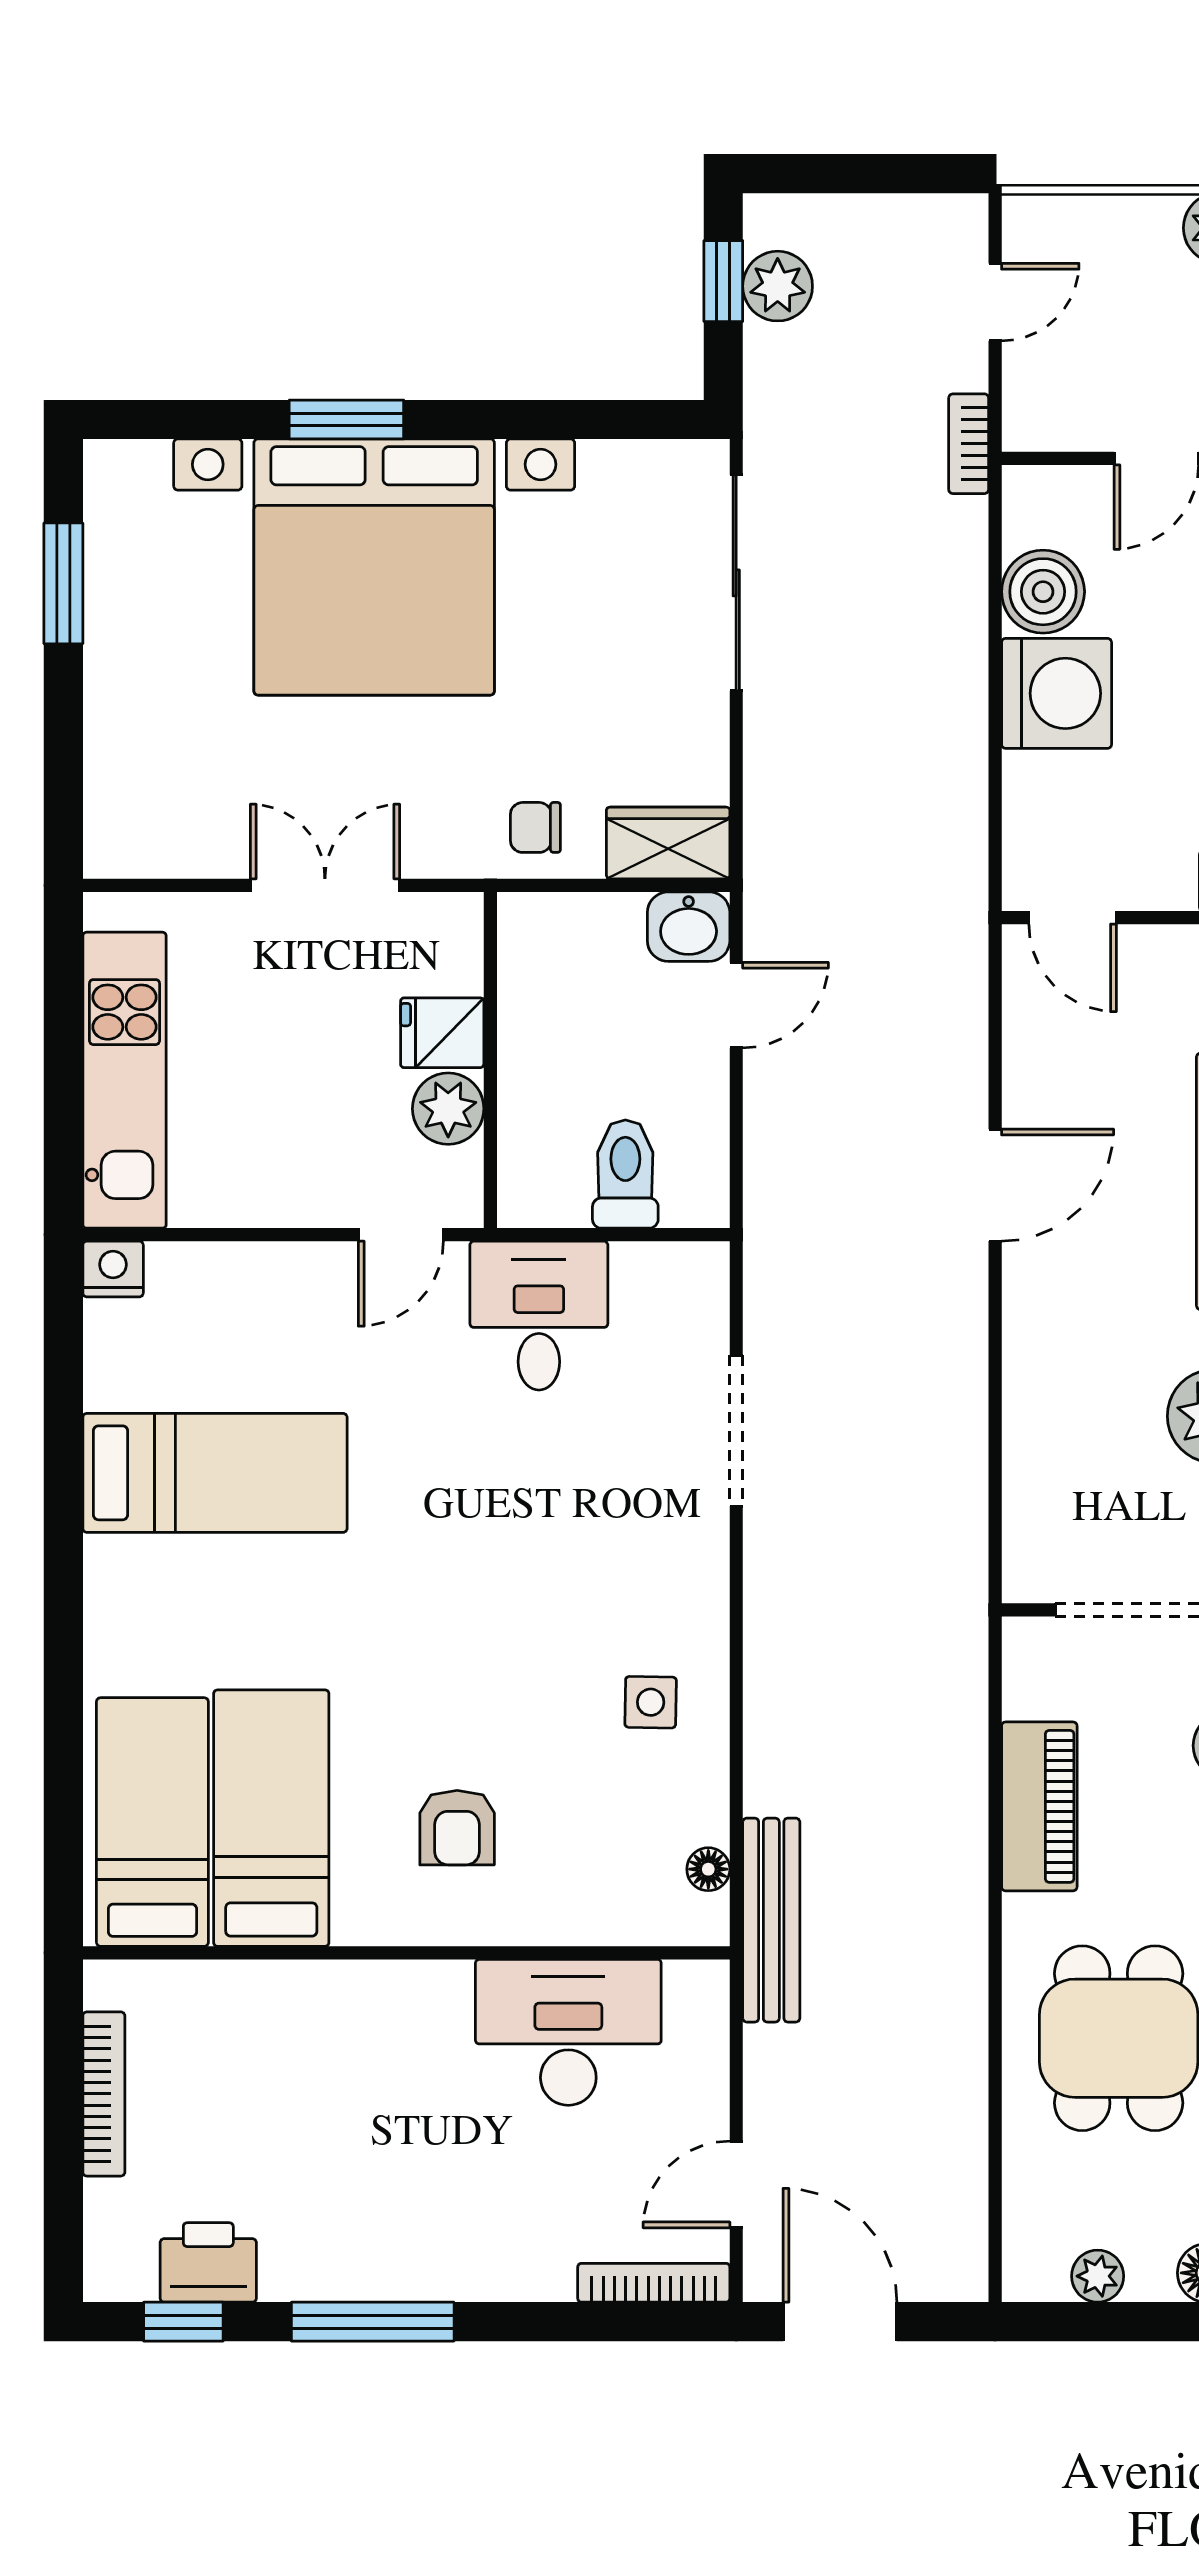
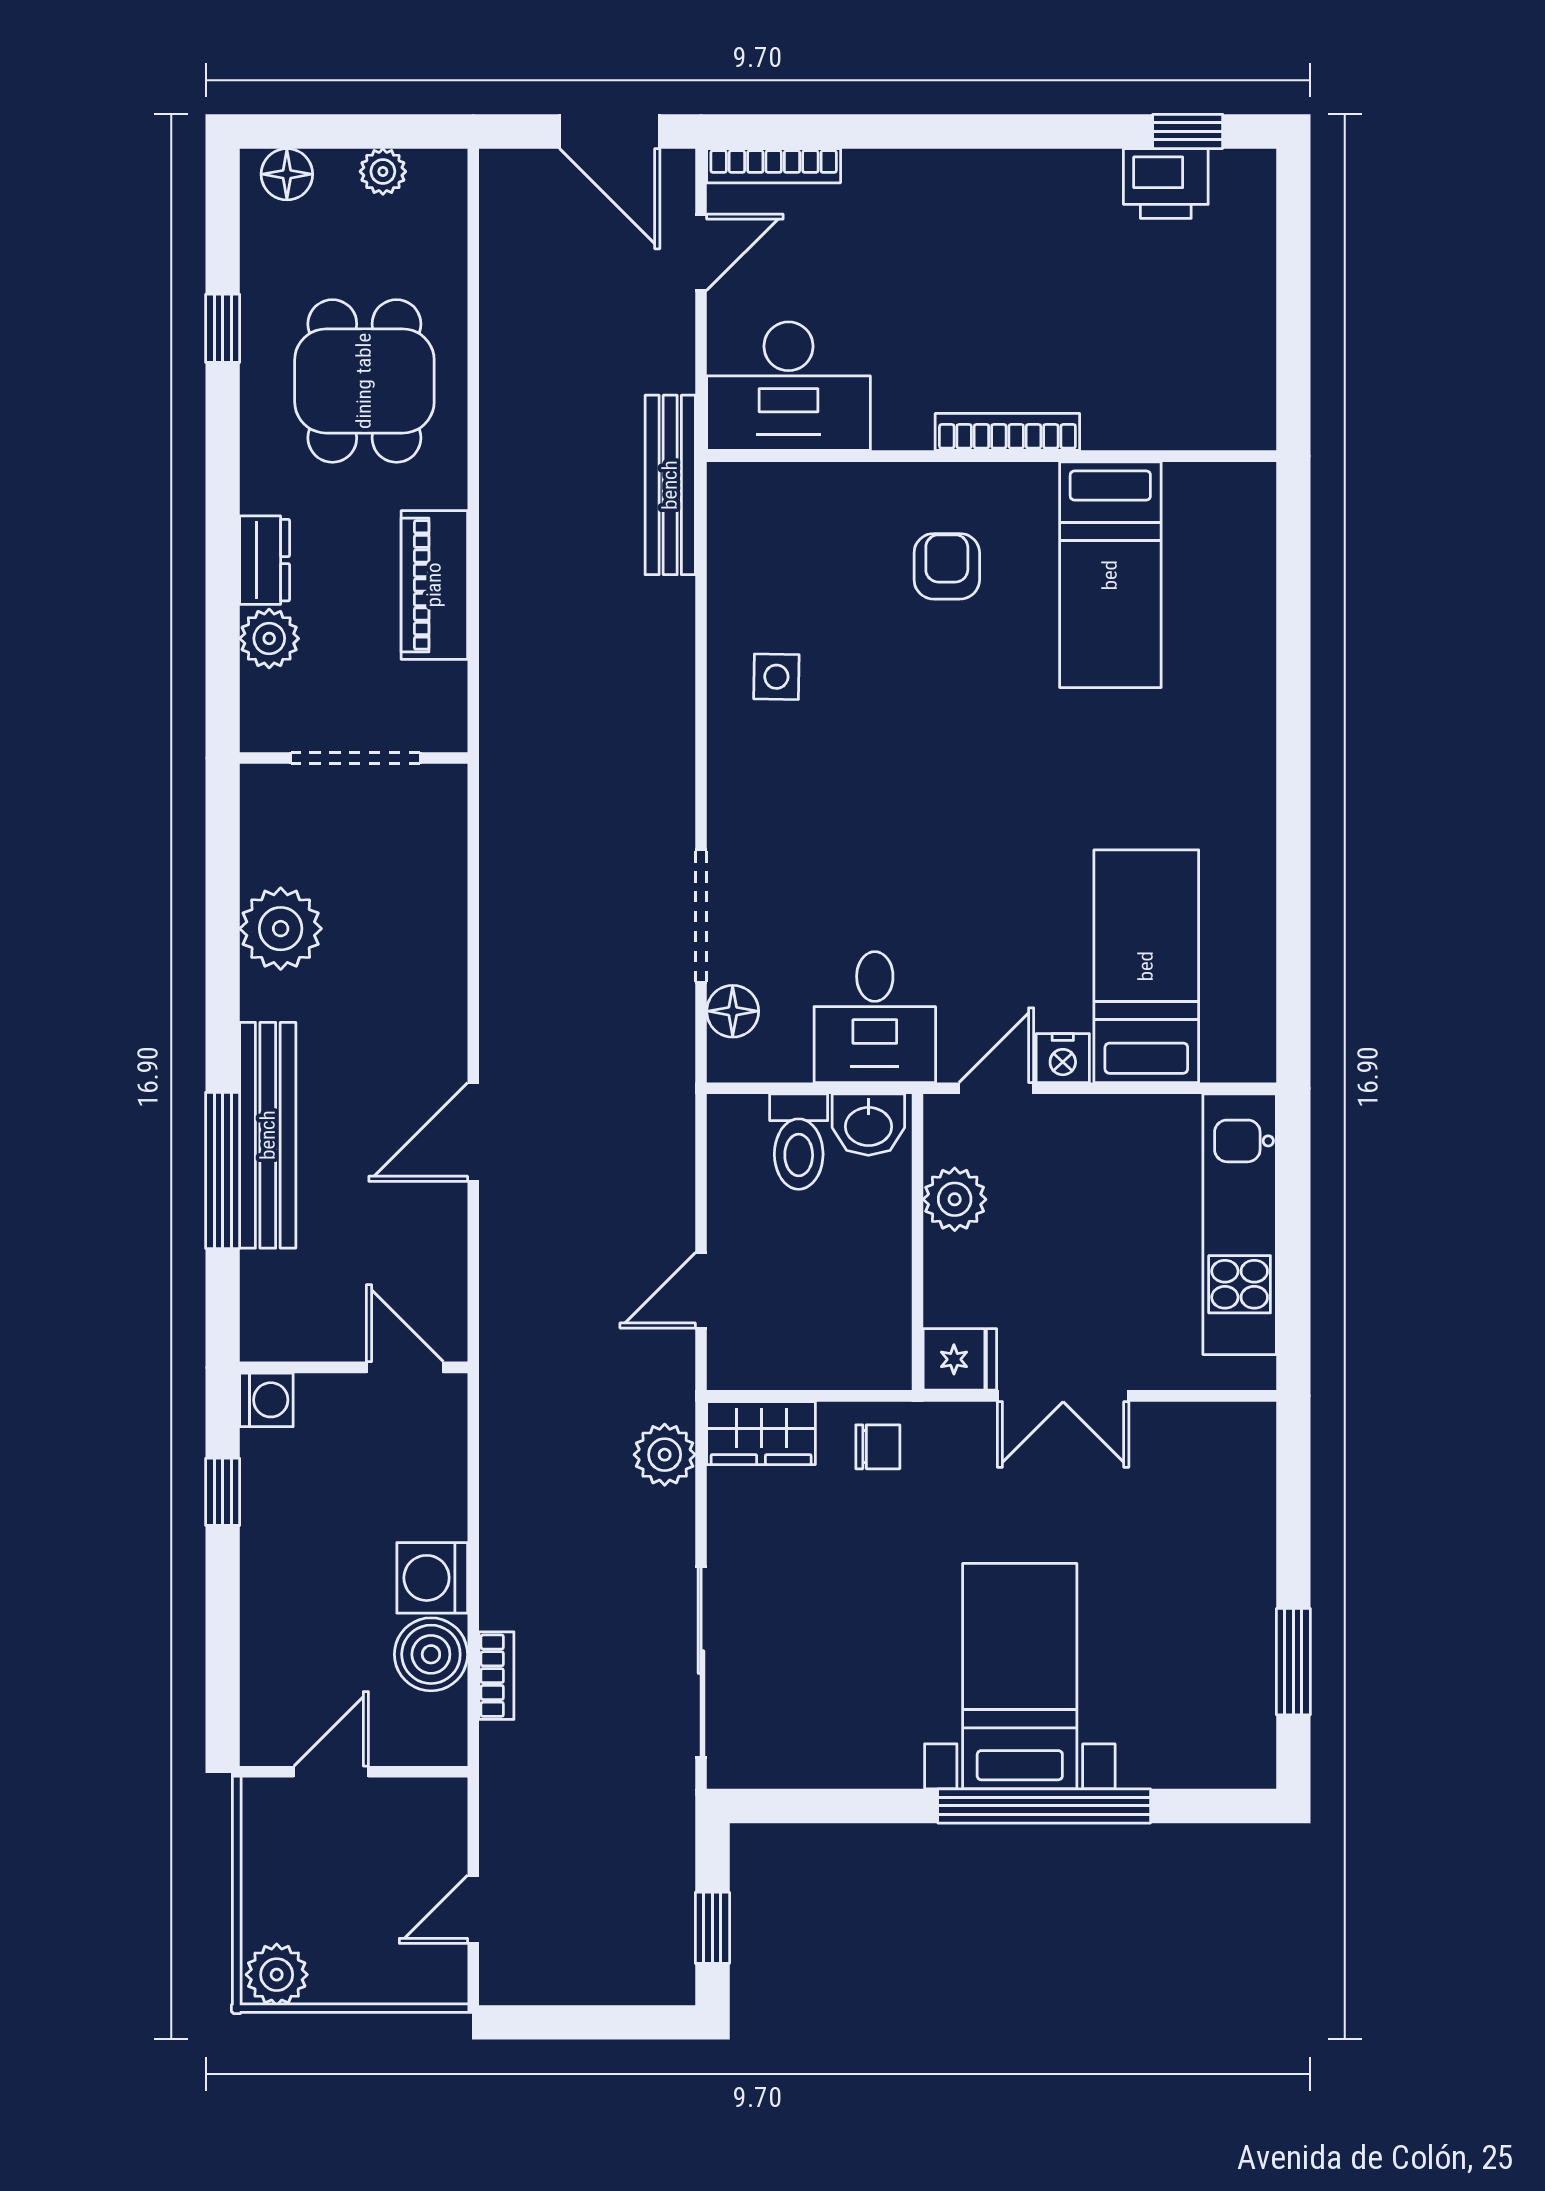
plant: (778, 286) -> (665, 1455), moved
window: (346, 419) -> (1044, 1806), width x2.11
bookcase: (969, 444) -> (496, 1676), moved
bed with nightstands: (374, 567) -> (1020, 1676), width x0.54
washing machine: (1057, 693) -> (432, 1578), width x0.73, depth x0.73
washbasin: (689, 927) -> (868, 1125), moved, turned 180
fridge: (442, 1033) -> (960, 1359), moved
nightstand: (113, 1269) -> (1063, 1058), moved
bed: (215, 1473) -> (1146, 966), moved, turned 90
bed: (152, 1822) -> (1215, 571), removed
floor lamp: (708, 1869) -> (733, 1011), moved, width x1.37, depth x1.37
desk: (568, 2032) -> (789, 386), moved
bookcase: (104, 2094) -> (1007, 432), moved, turned 90
window: (373, 2322) -> (1021, 131), removed

